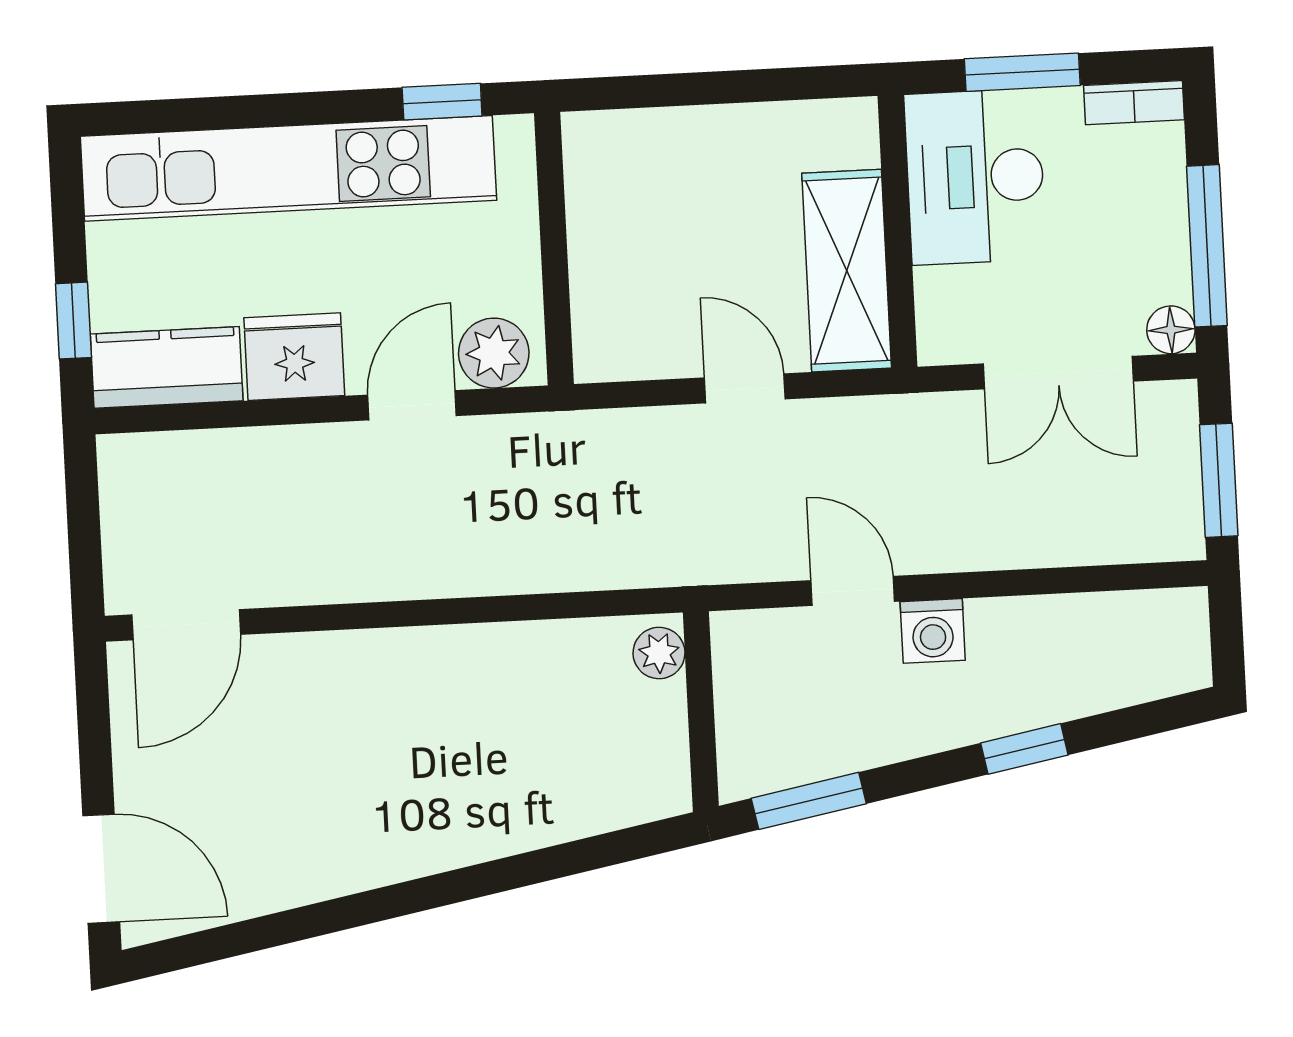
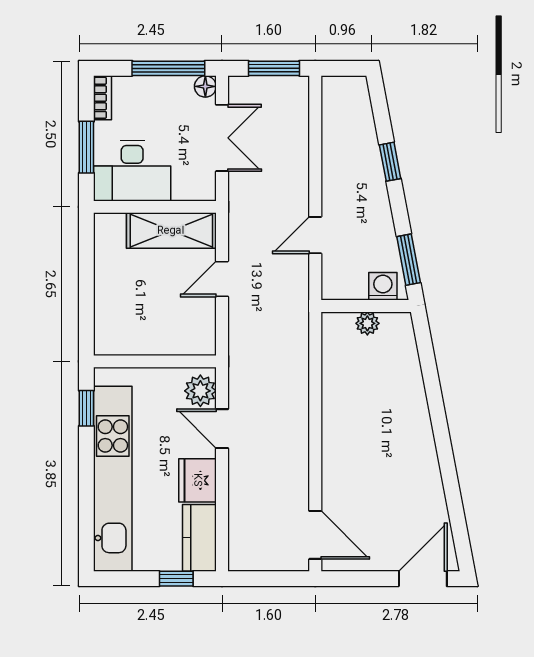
washing machine: (933, 631) -> (383, 286), moved, turned -90
plant: (659, 653) -> (367, 323), moved

